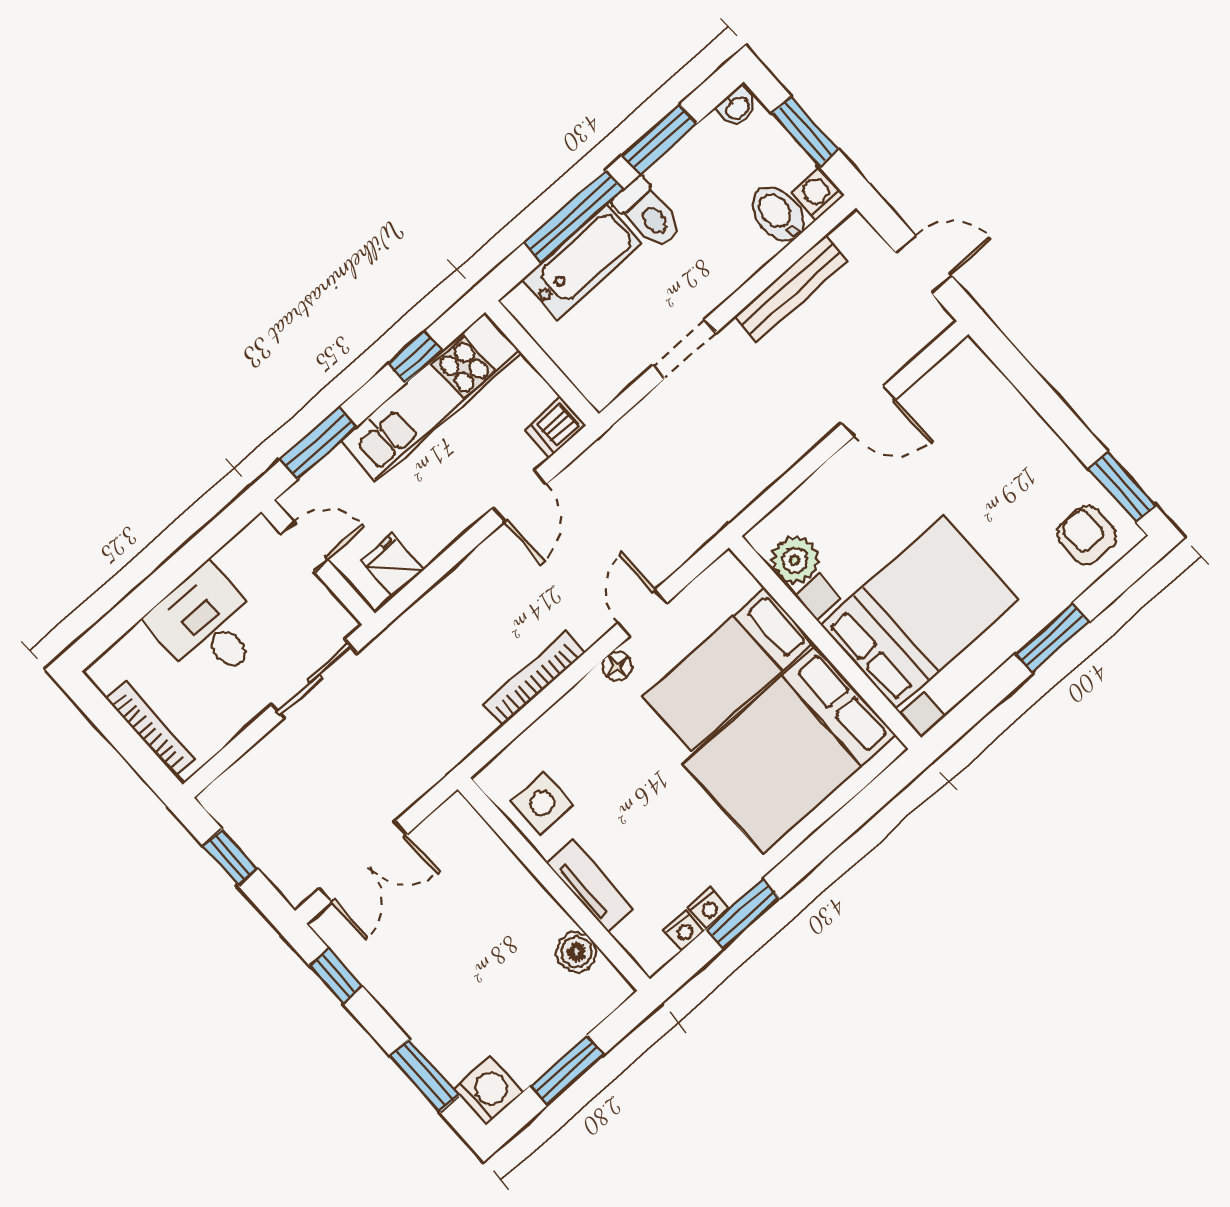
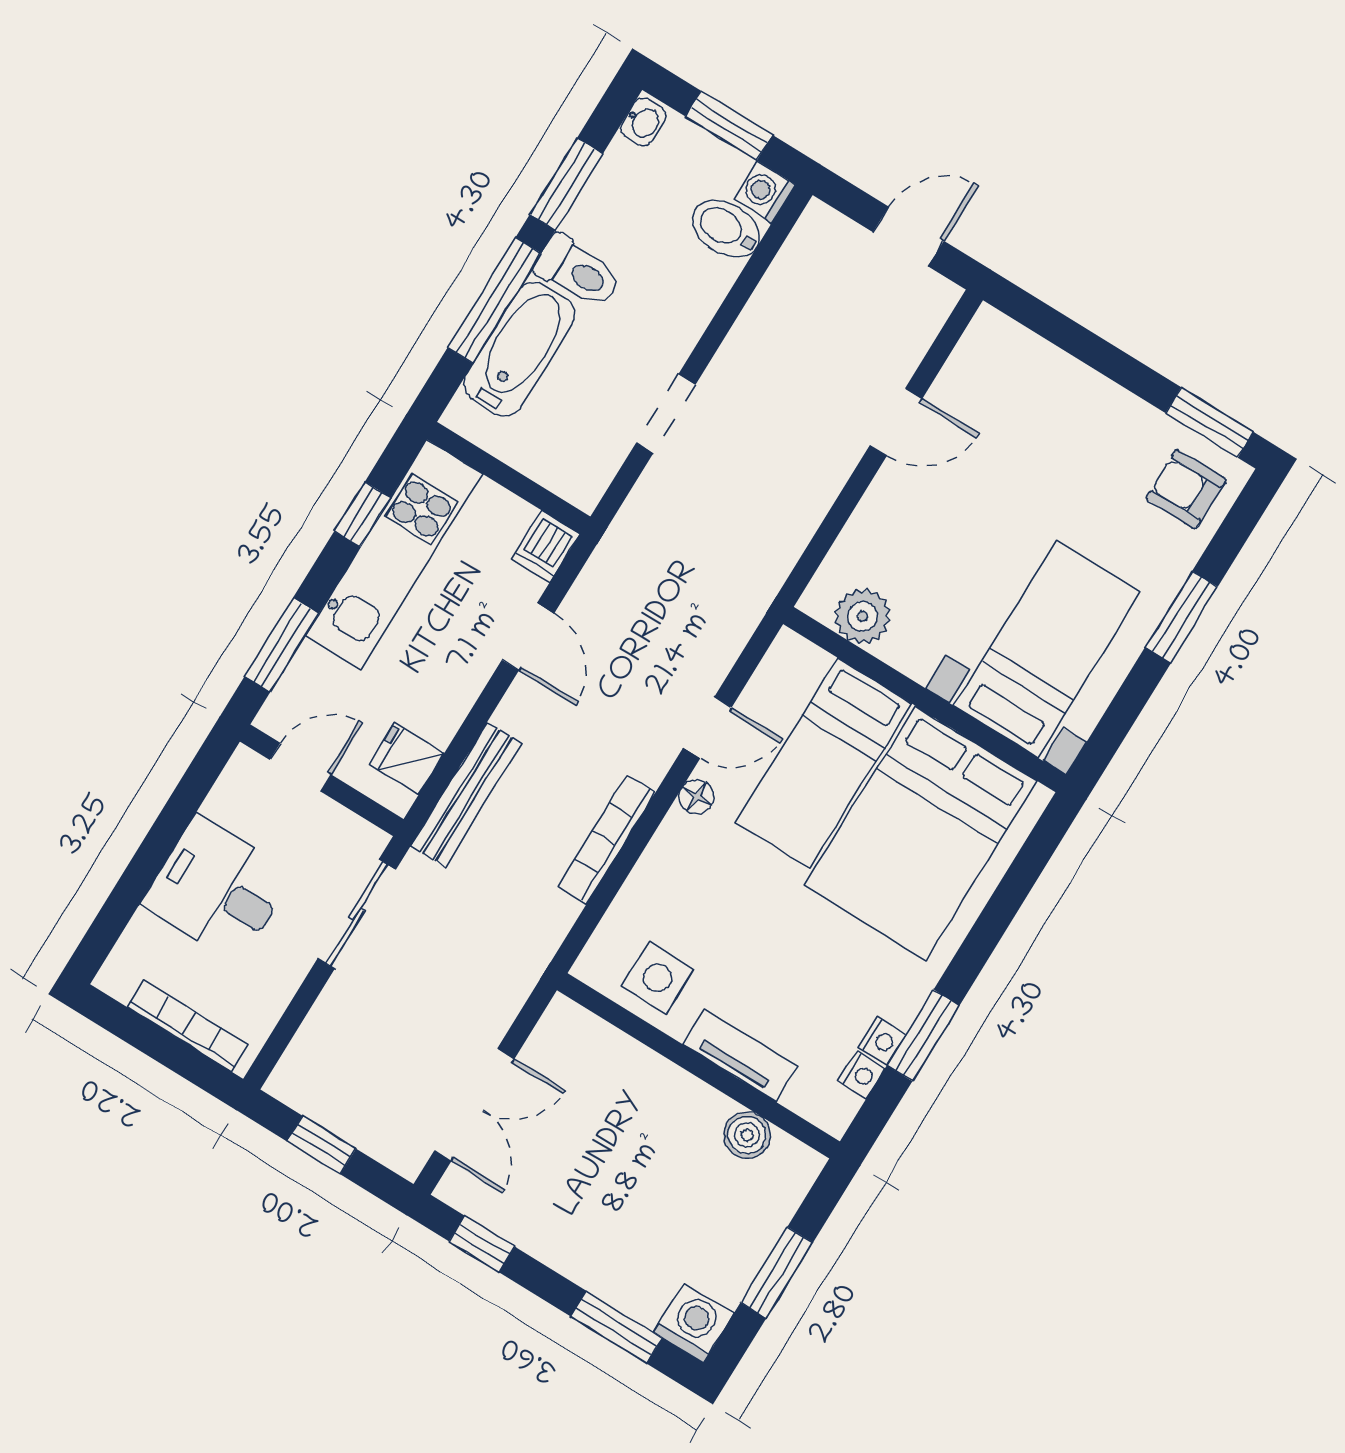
bench: (791, 289) -> (466, 794), moved
bed with nightstands: (920, 612) -> (1047, 649), width x0.73
door: (643, 613) -> (707, 728), swing flipped

